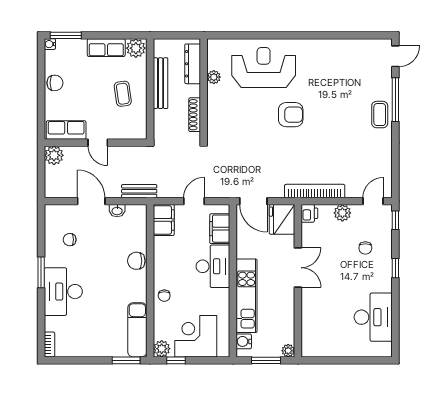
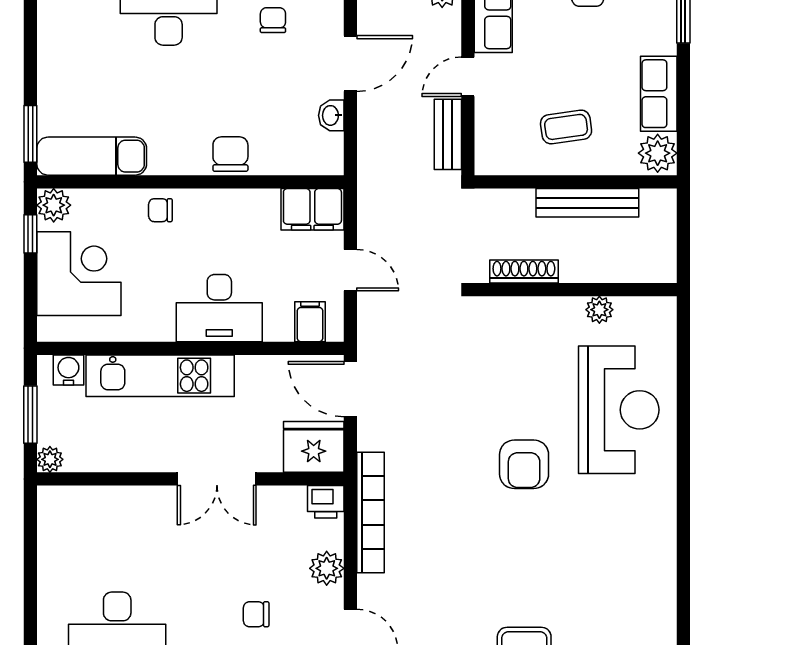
dresser: (193, 64) -> (626, 267), removed
bench: (139, 191) -> (448, 134), moved
door: (253, 201) -> (350, 389), hinge flipped
filing cabinet: (220, 229) -> (310, 322), width x0.50

